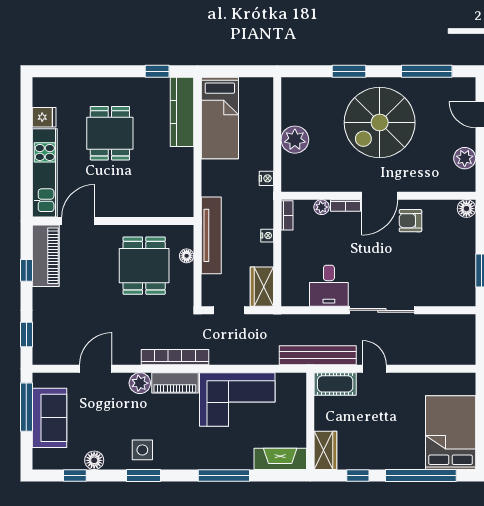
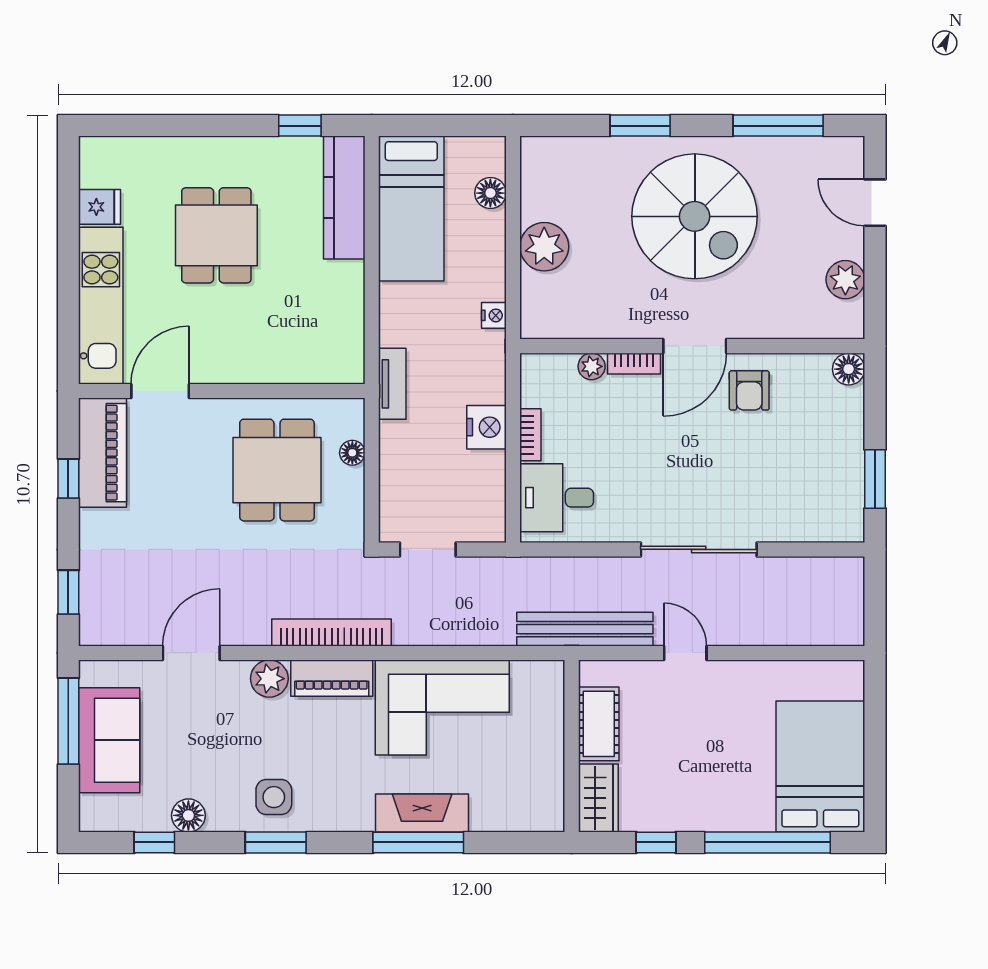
floor lamp: (265, 109) -> (490, 193), added
spiral stairs: (380, 122) -> (695, 216), turned -90
bookcase: (287, 215) -> (530, 435), moved
armchair: (410, 221) -> (749, 390), turned -90
tv unit: (211, 235) -> (392, 384), width x0.52, depth x0.78
nightstand: (267, 236) -> (486, 427), width x1.89, depth x1.79
desk: (329, 286) -> (557, 498), moved, turned 90
wardrobe: (262, 287) -> (486, 507), removed
cot: (335, 384) -> (599, 724), moved, turned 90
fireplace: (280, 459) -> (422, 813), moved

